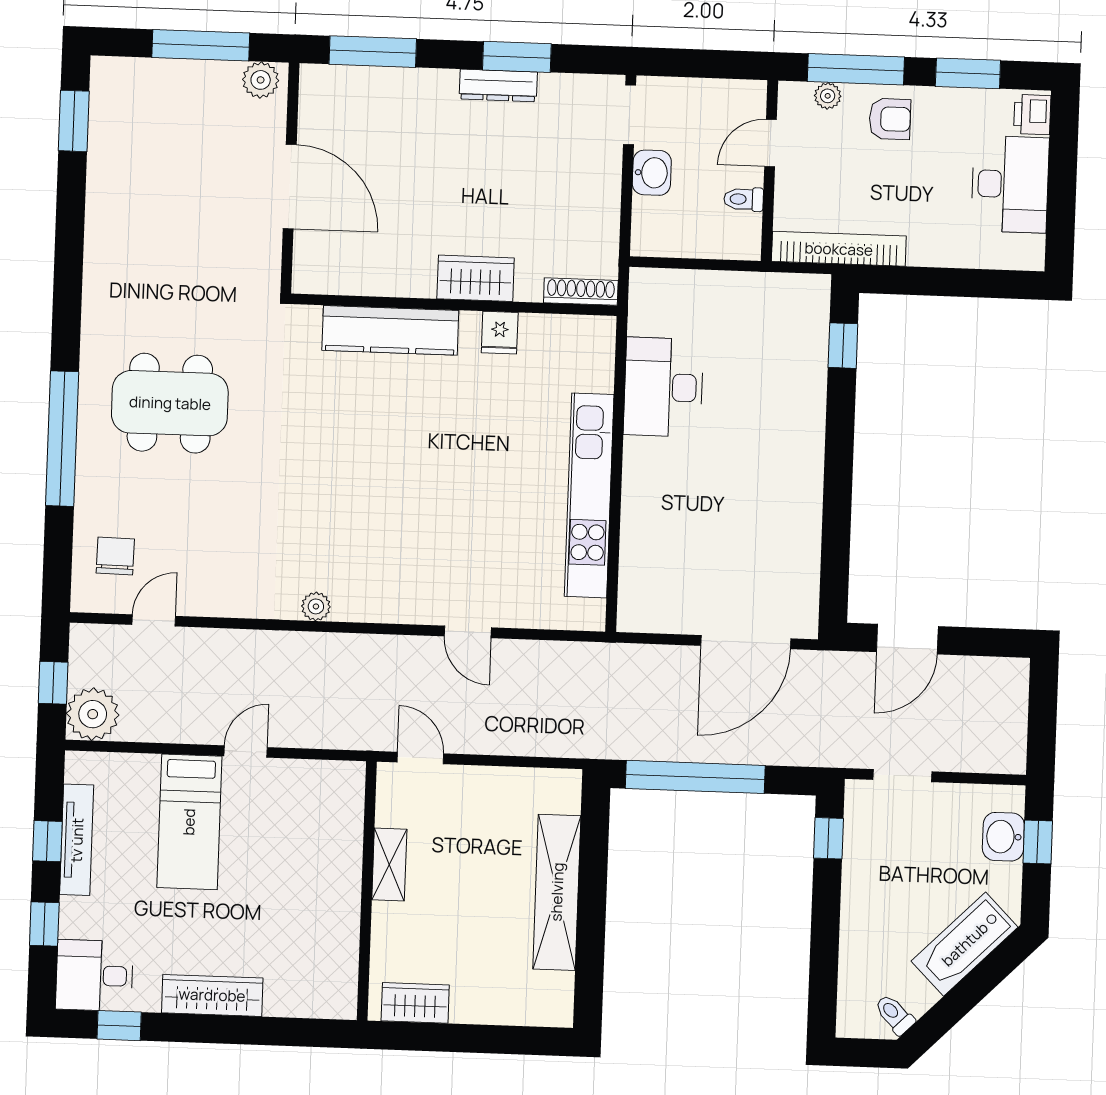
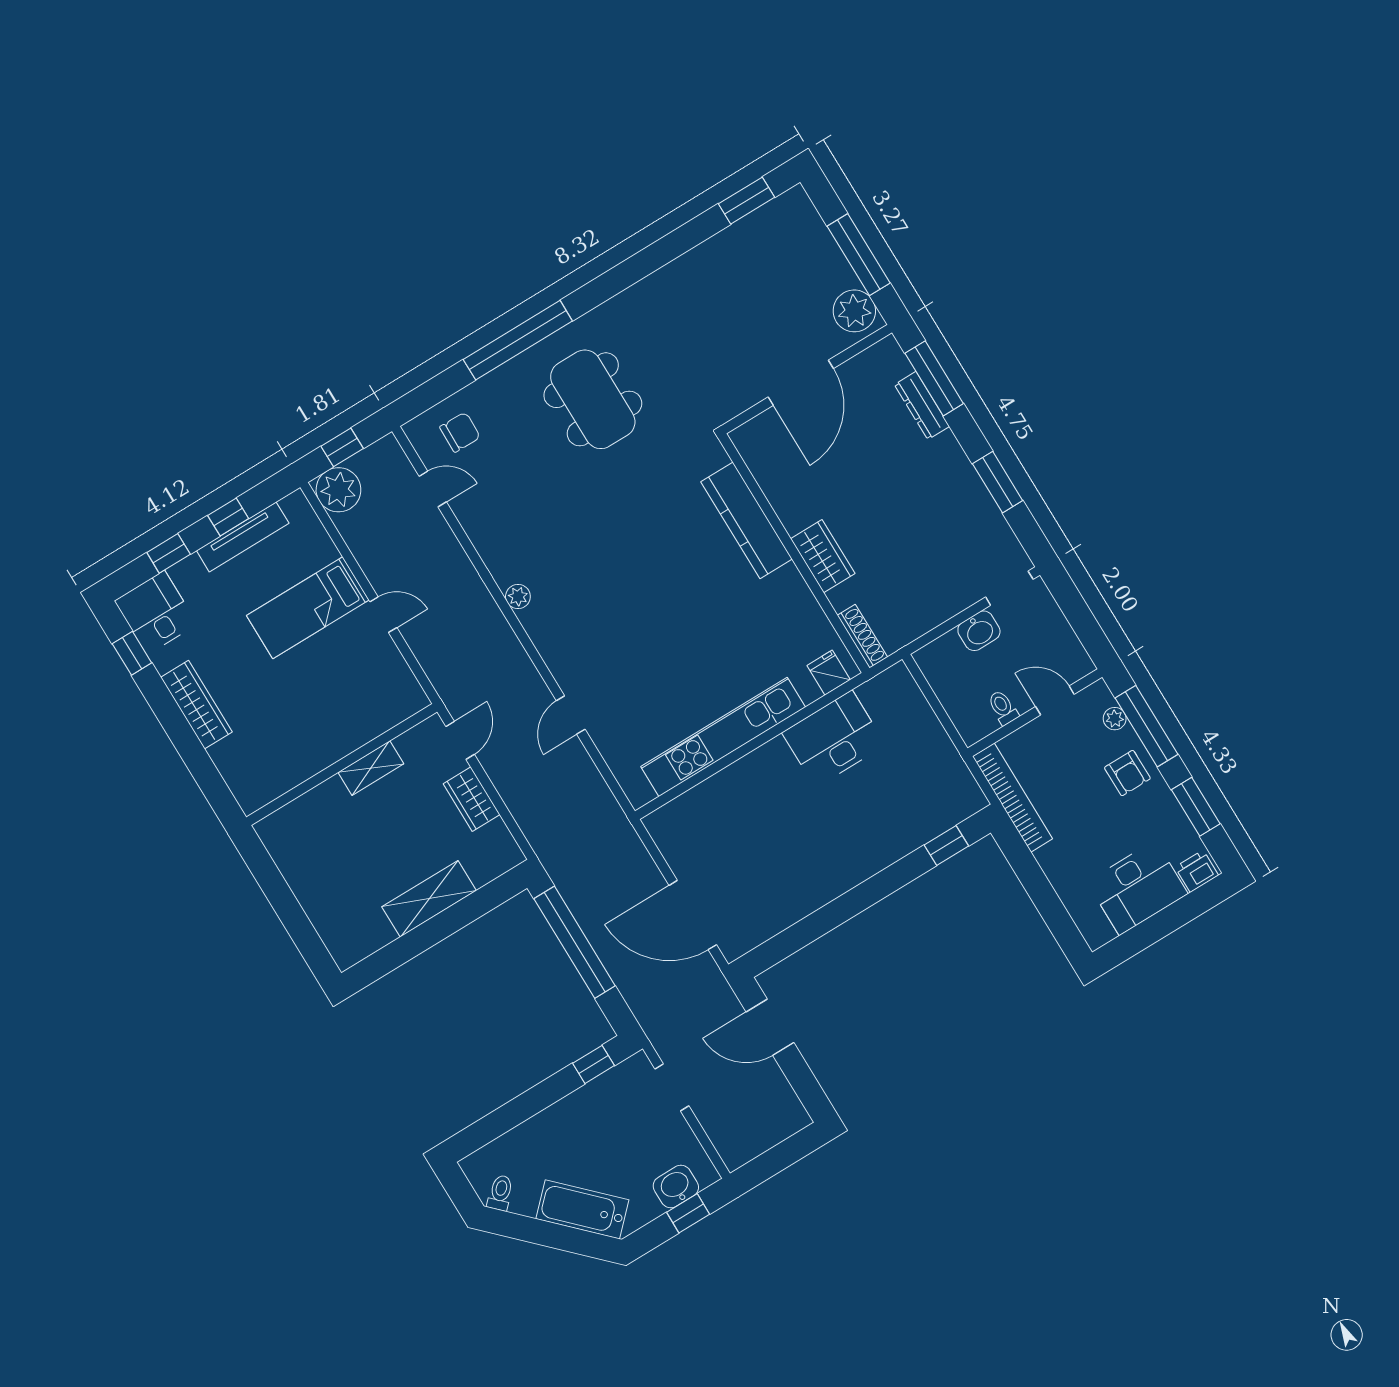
plant: (261, 80) -> (854, 311), width x1.36, depth x1.36
dresser: (498, 85) -> (922, 405), moved
fridge: (500, 333) -> (829, 673), moved, turned 90
shelving: (557, 892) -> (429, 899), width x0.68
wardrobe: (415, 1003) -> (472, 799), moved, turned 180

